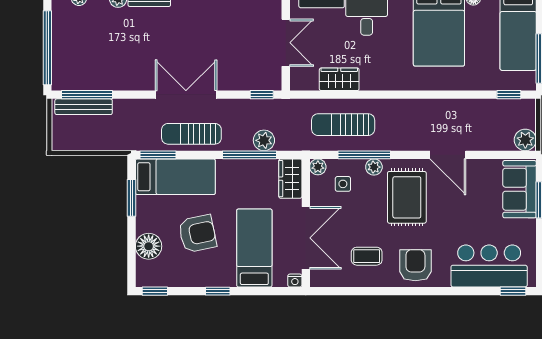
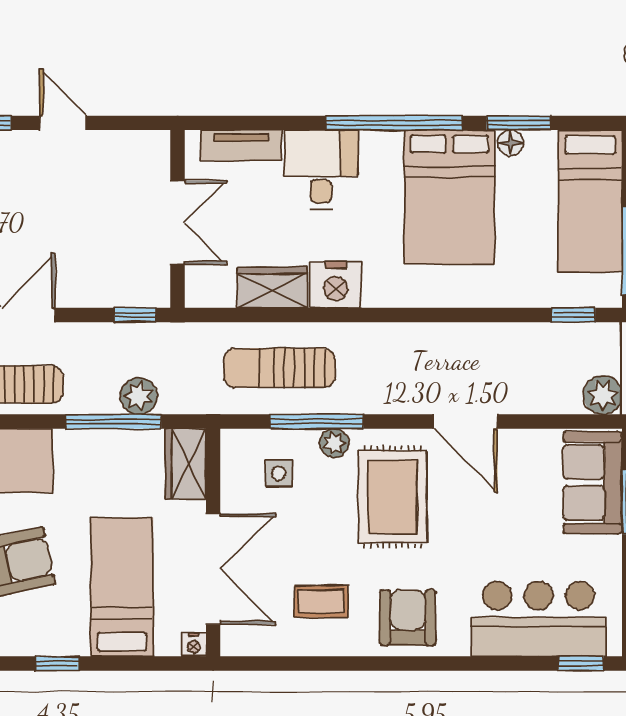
nightstand: (375, 78) -> (336, 285), added
plant: (318, 167) -> (234, 443), removed

